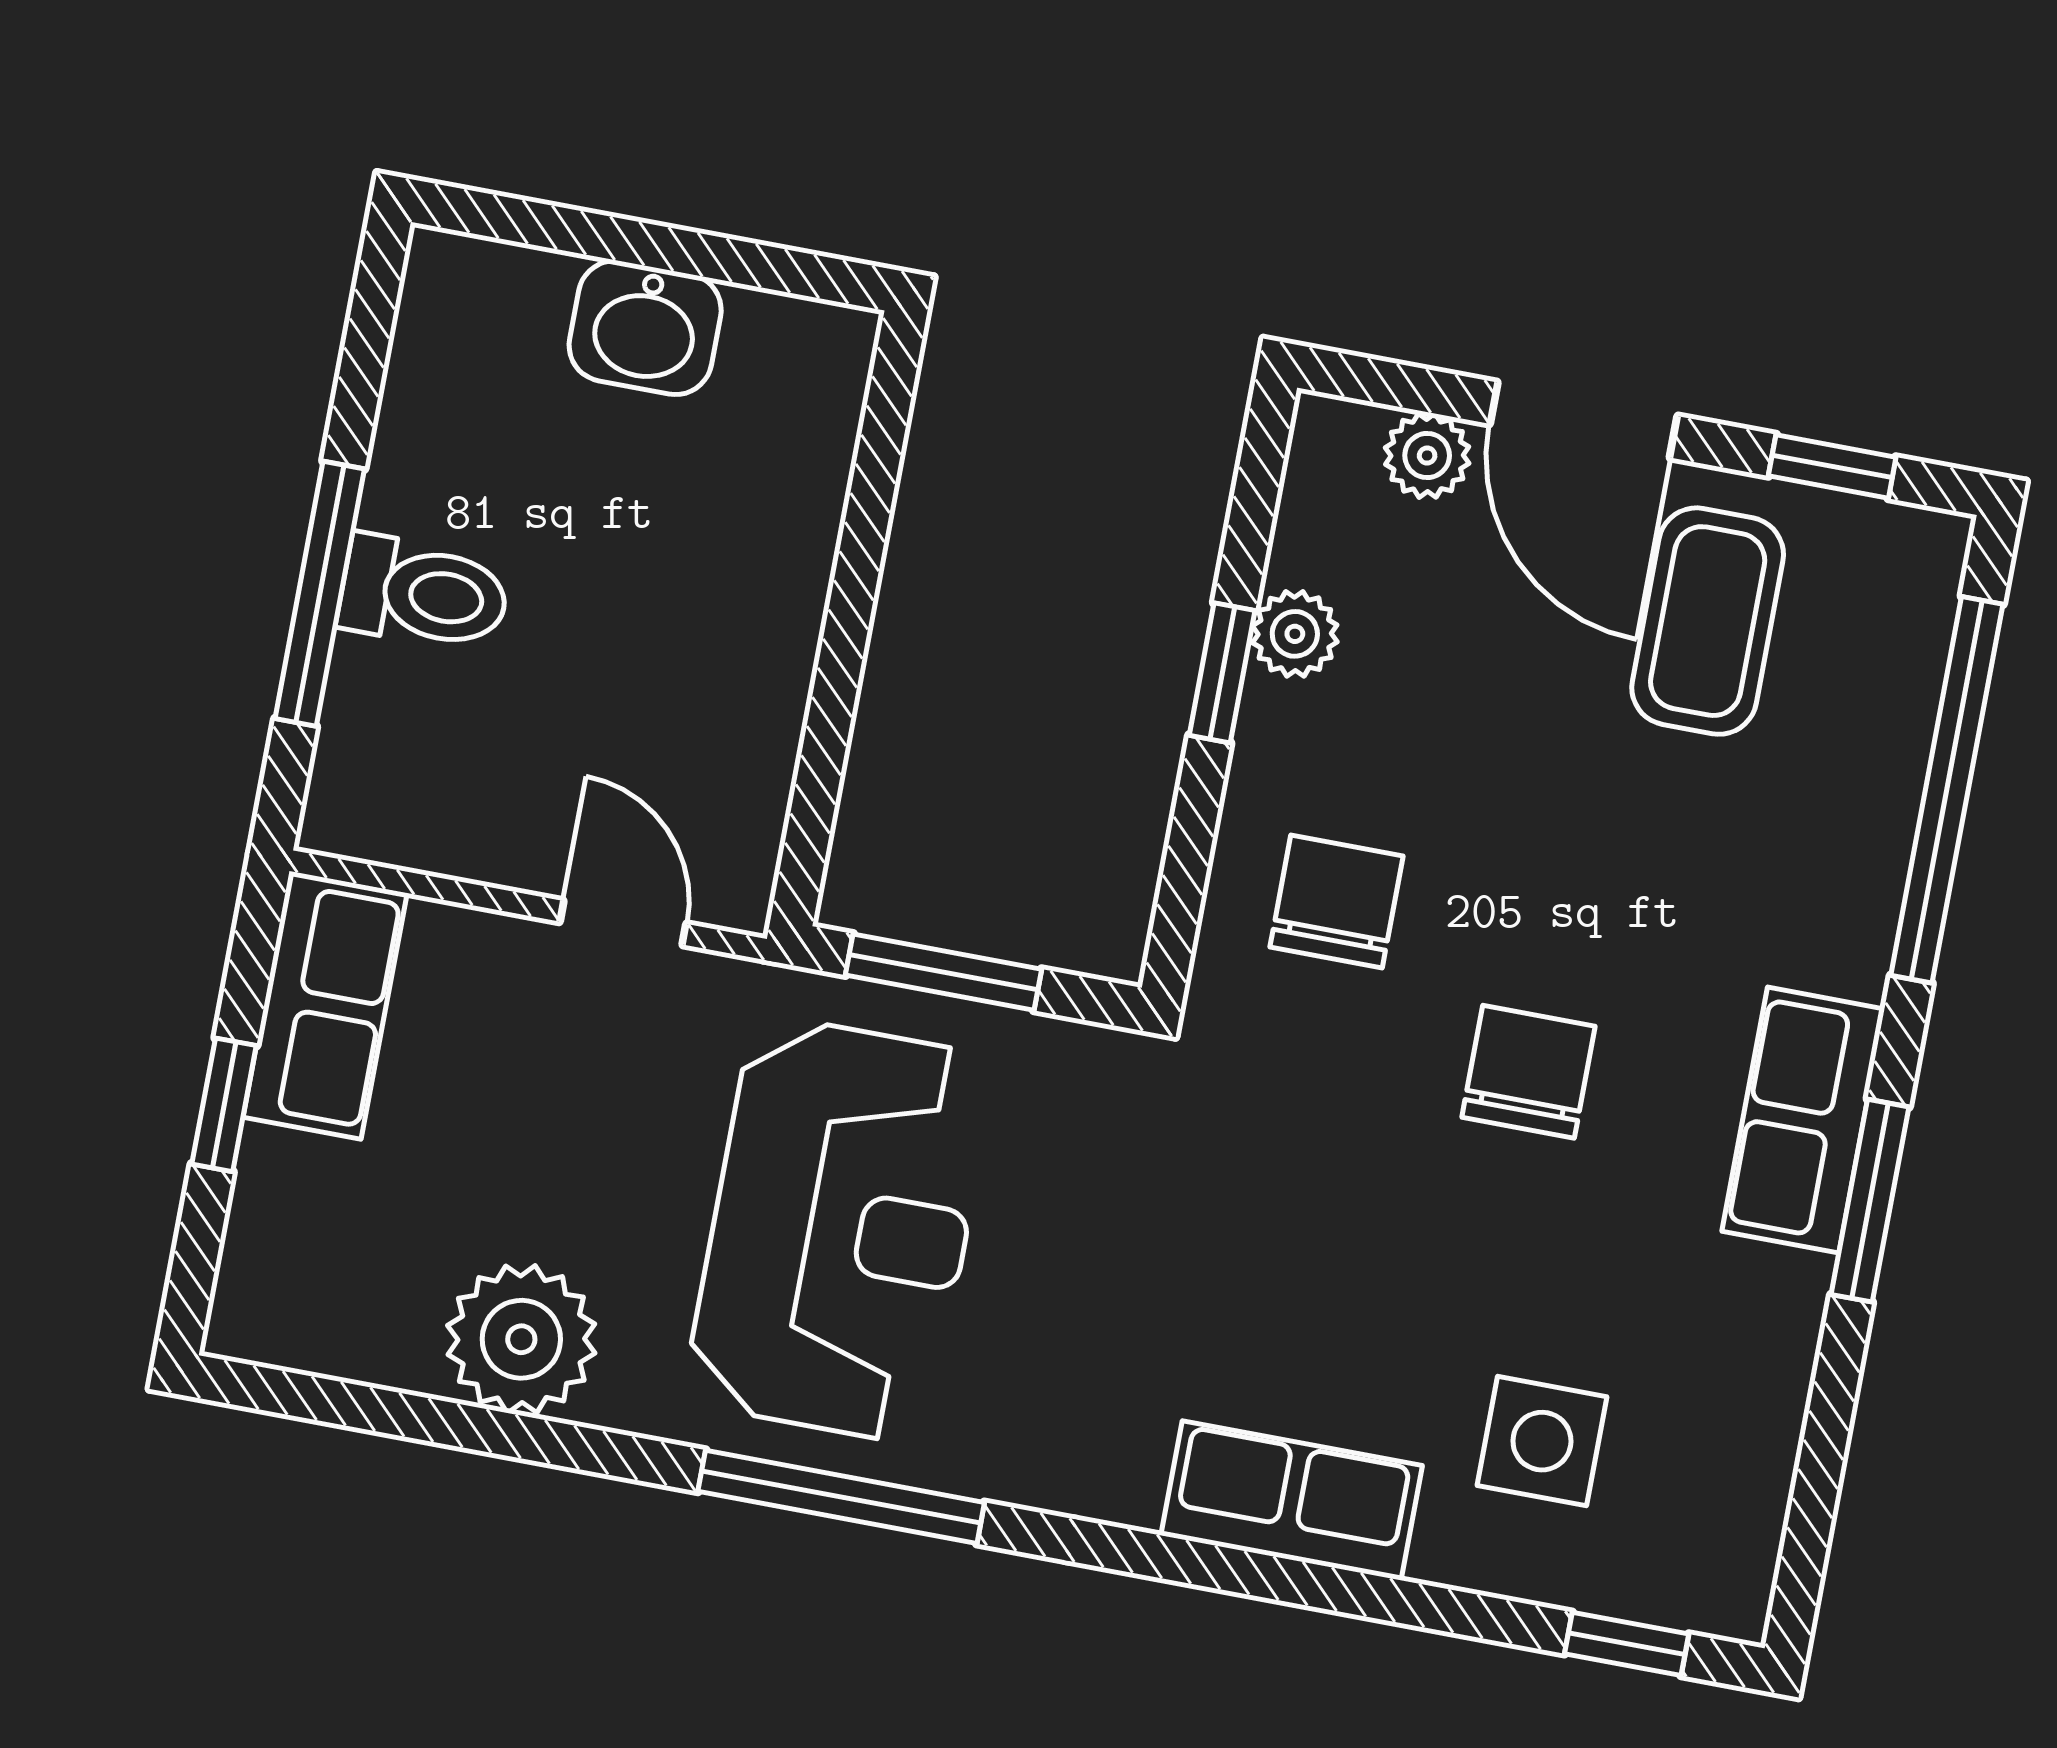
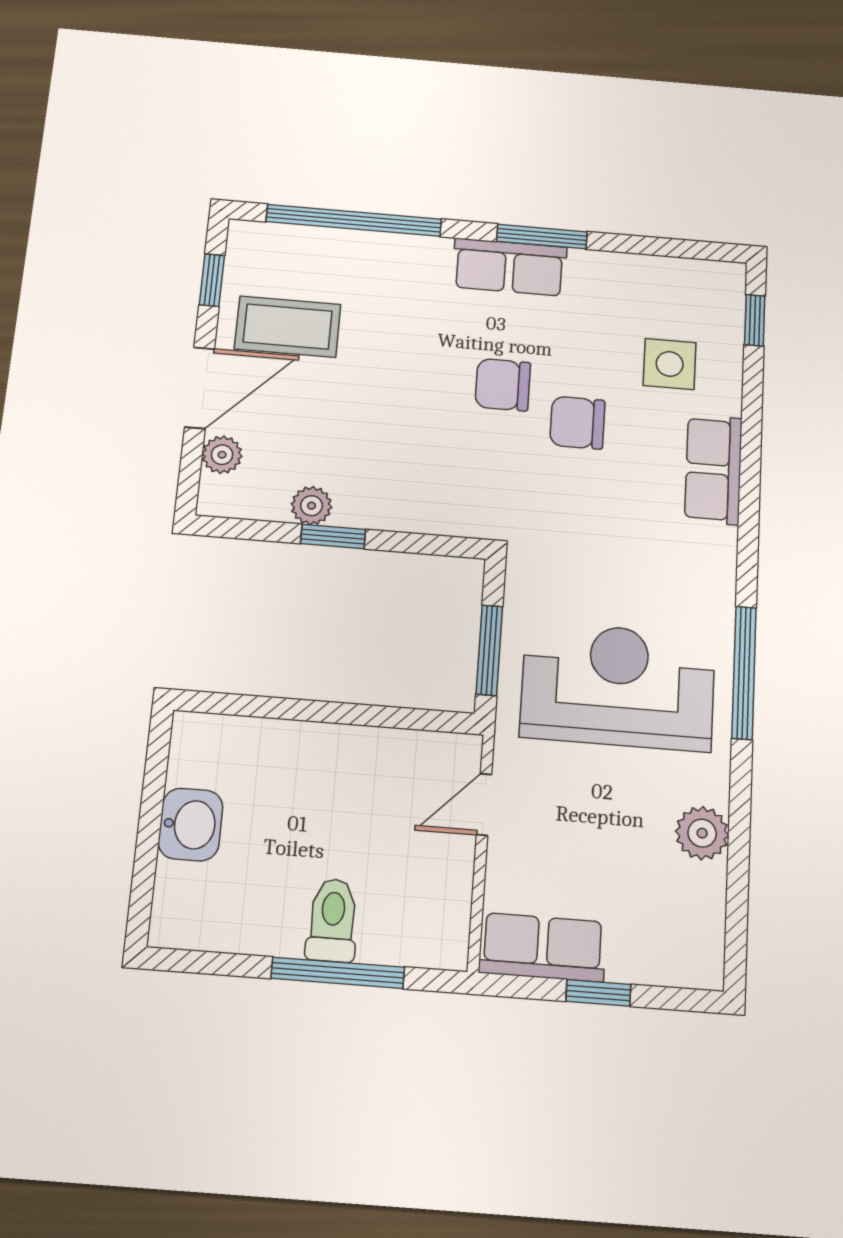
chair: (1337, 901) -> (577, 423), moved
plant: (521, 1339) -> (702, 833), width x0.73, depth x0.73

